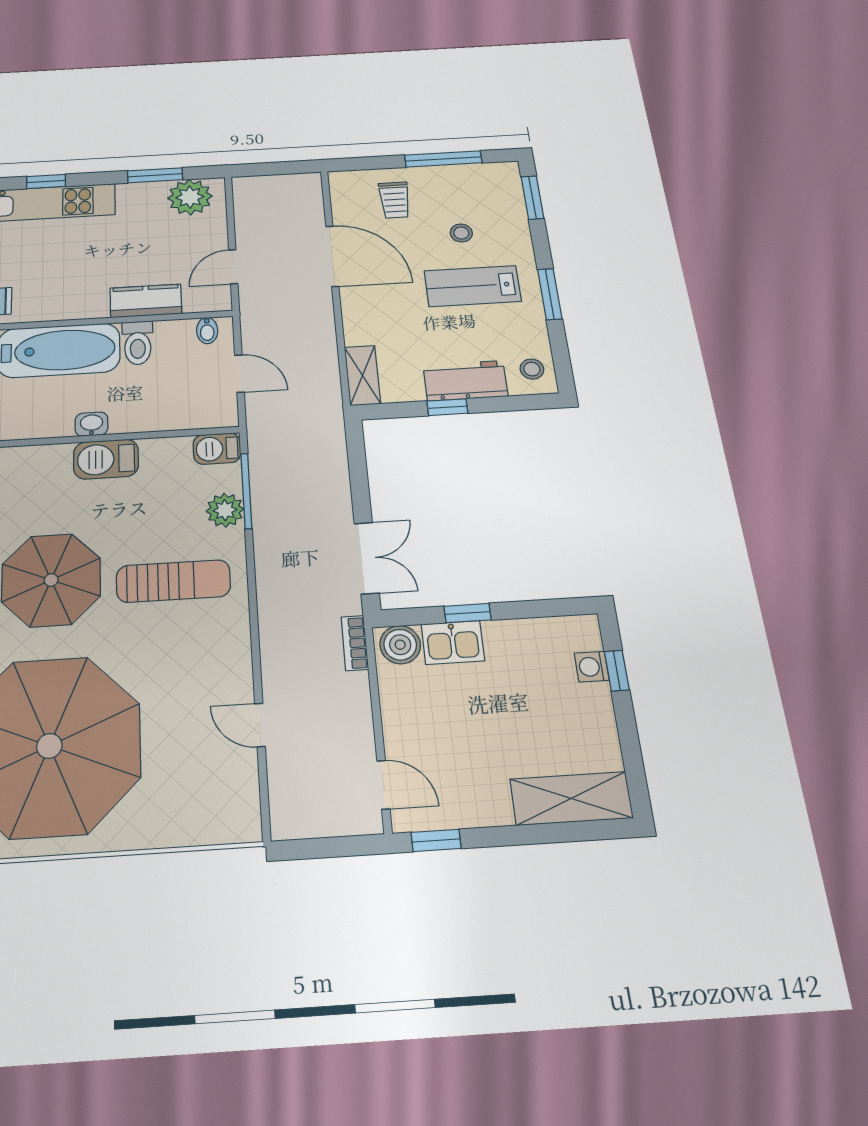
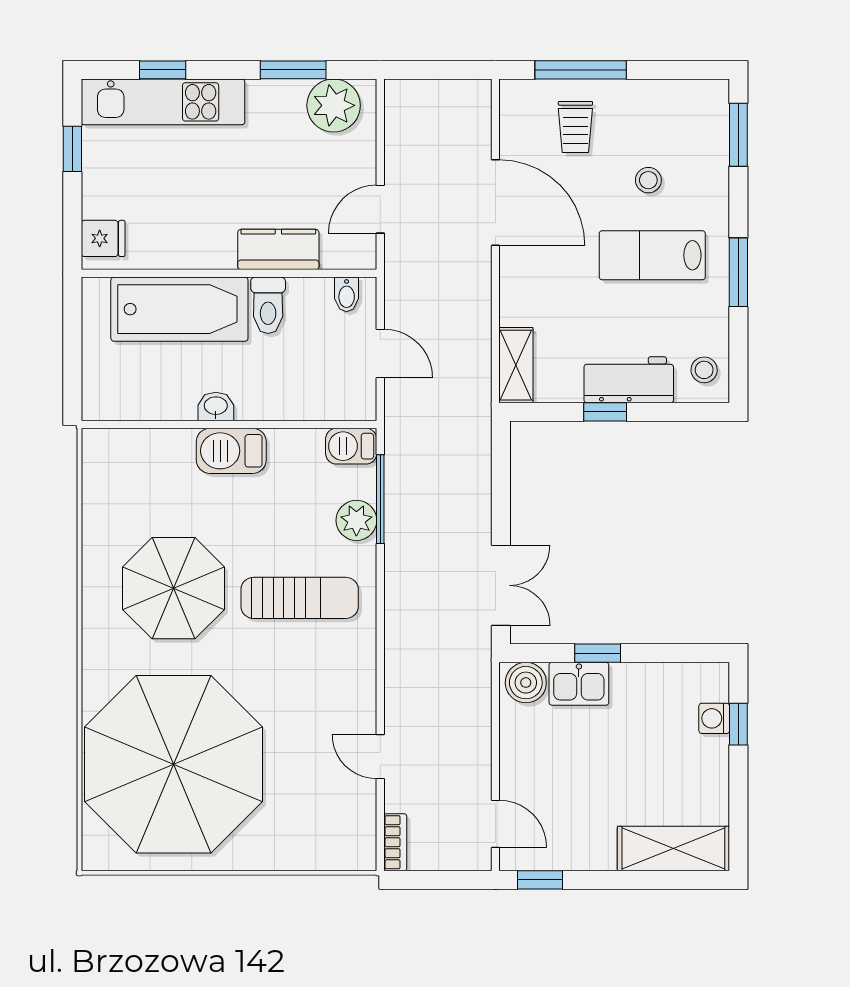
window: (443, 159) -> (581, 70), moved
bookcase: (355, 643) -> (395, 842), moved, turned 180

